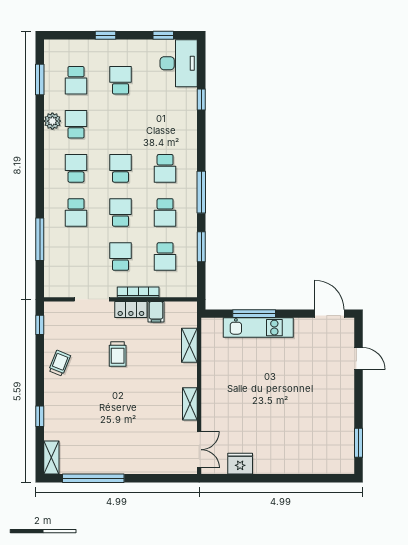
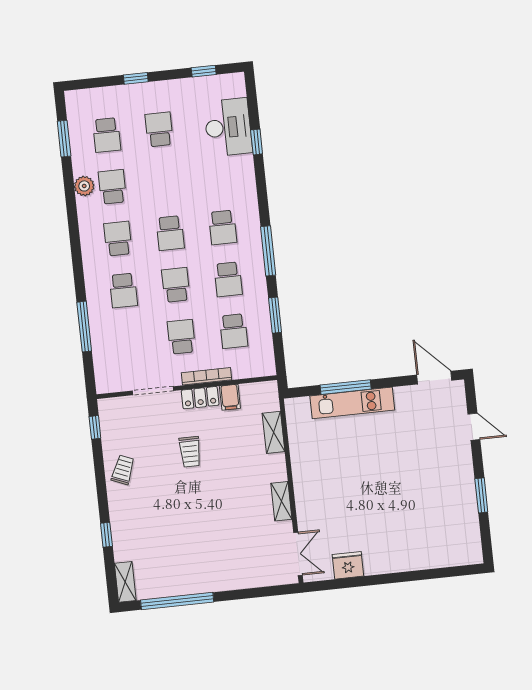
desk: (179, 63) -> (228, 127), moved
school desk: (121, 168) -> (170, 233), turned 180
window: (358, 443) -> (481, 495), moved

